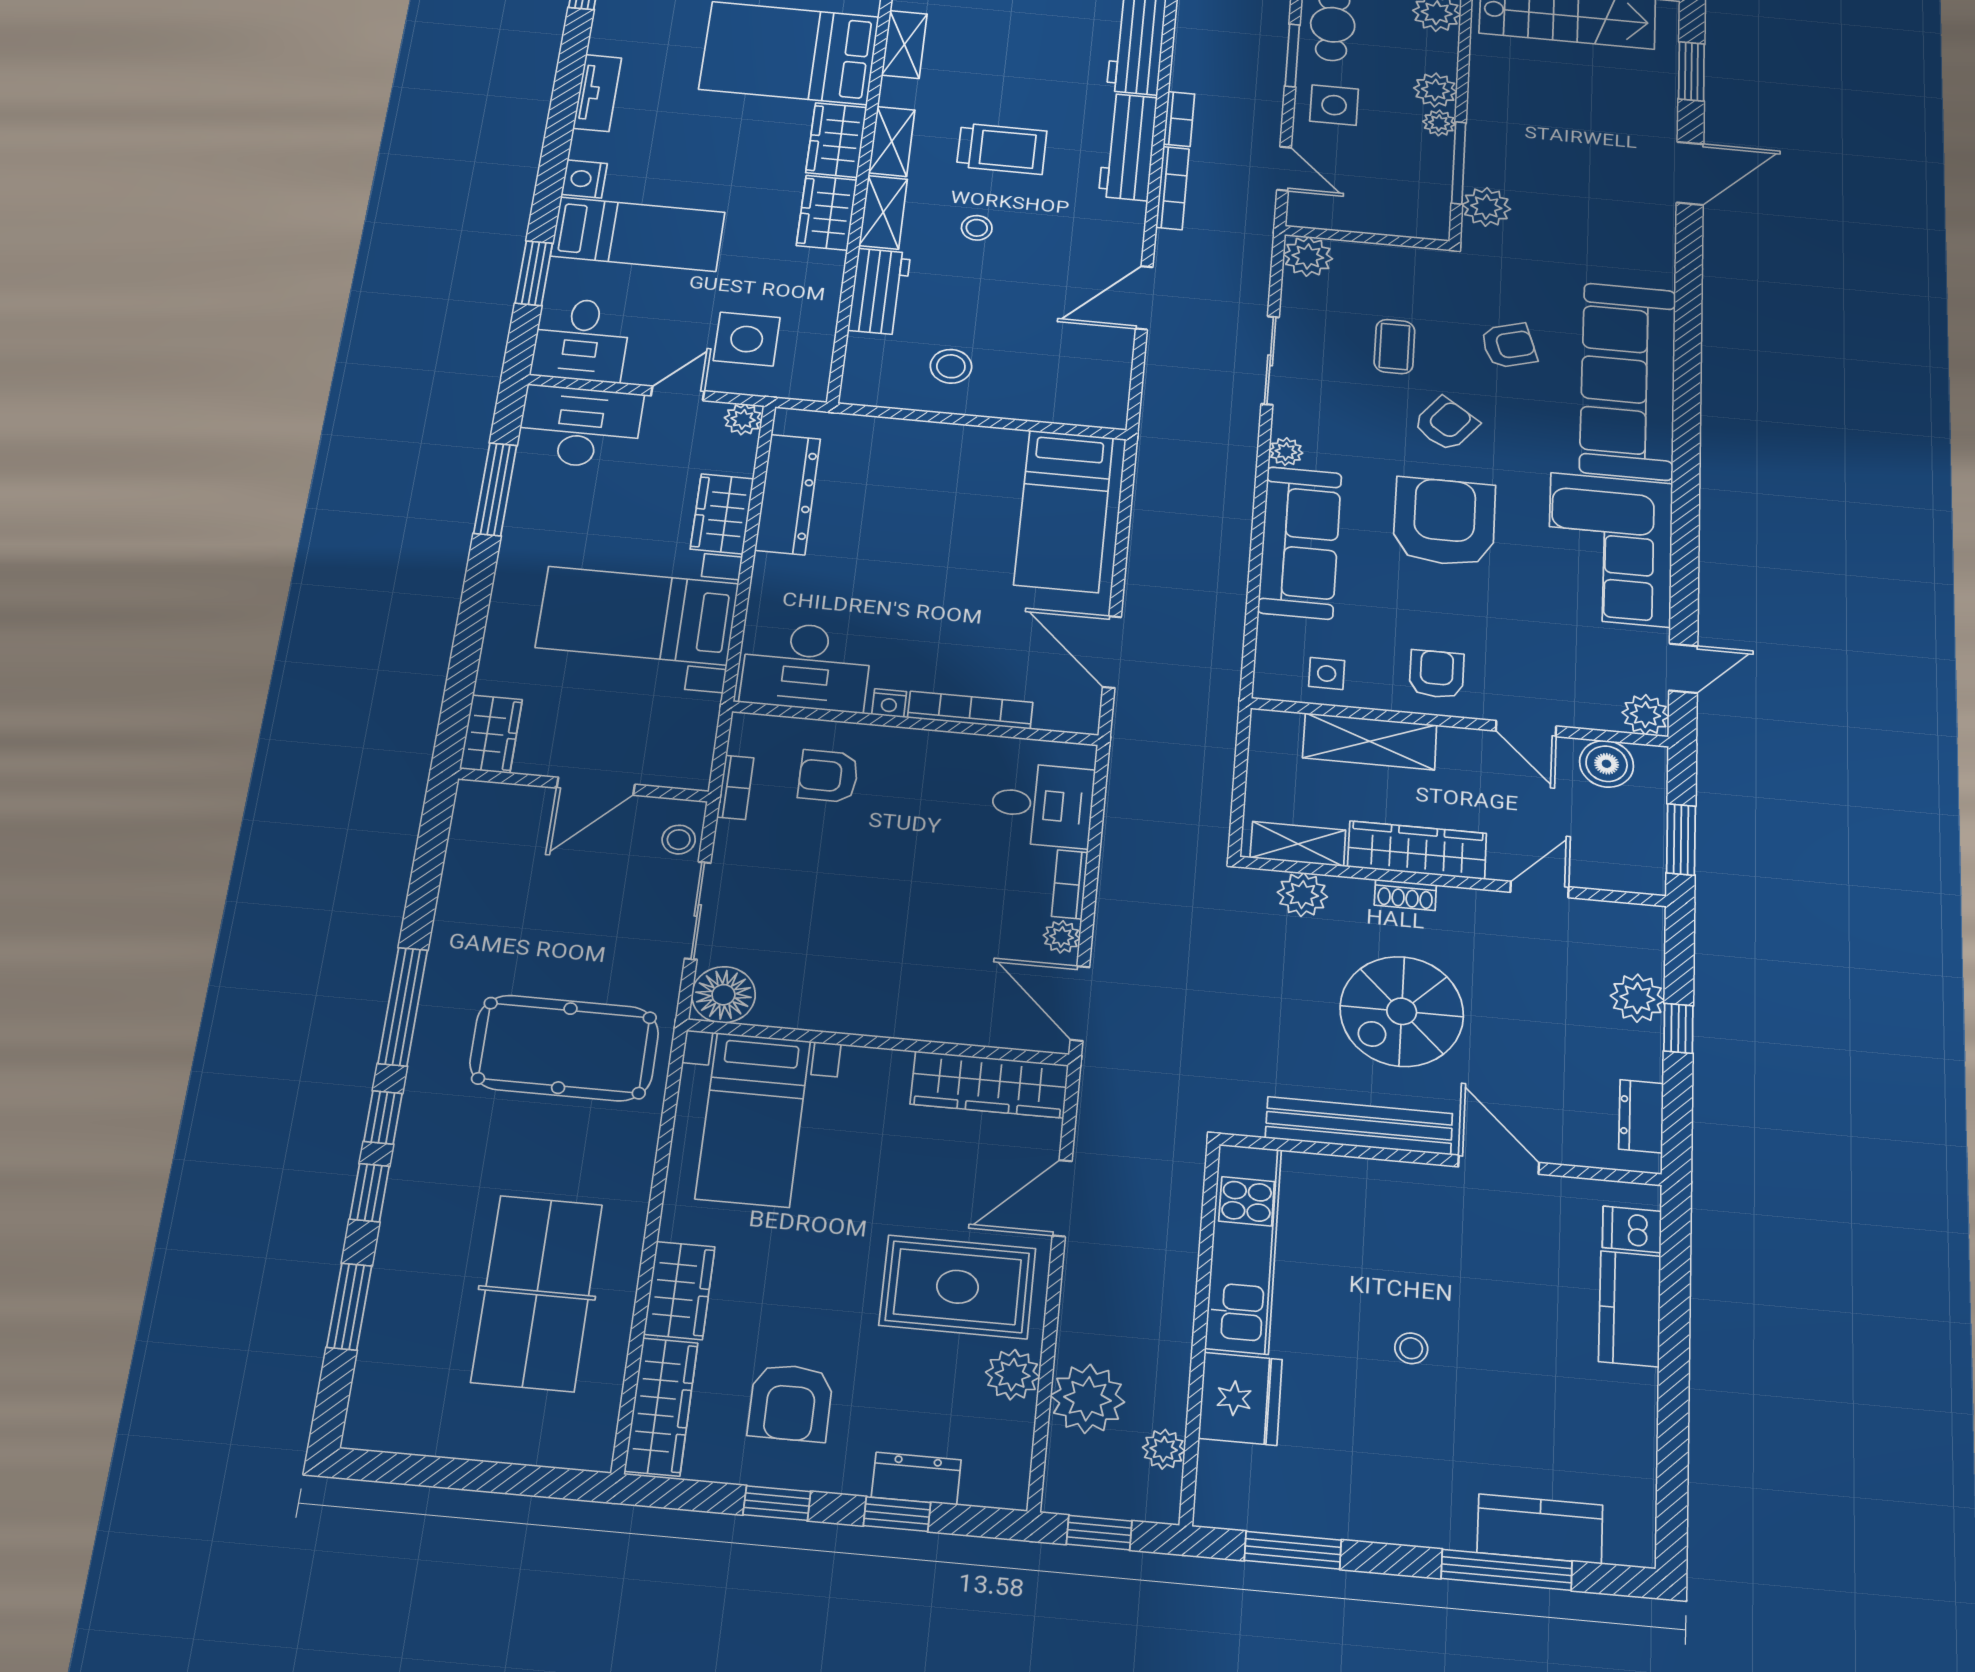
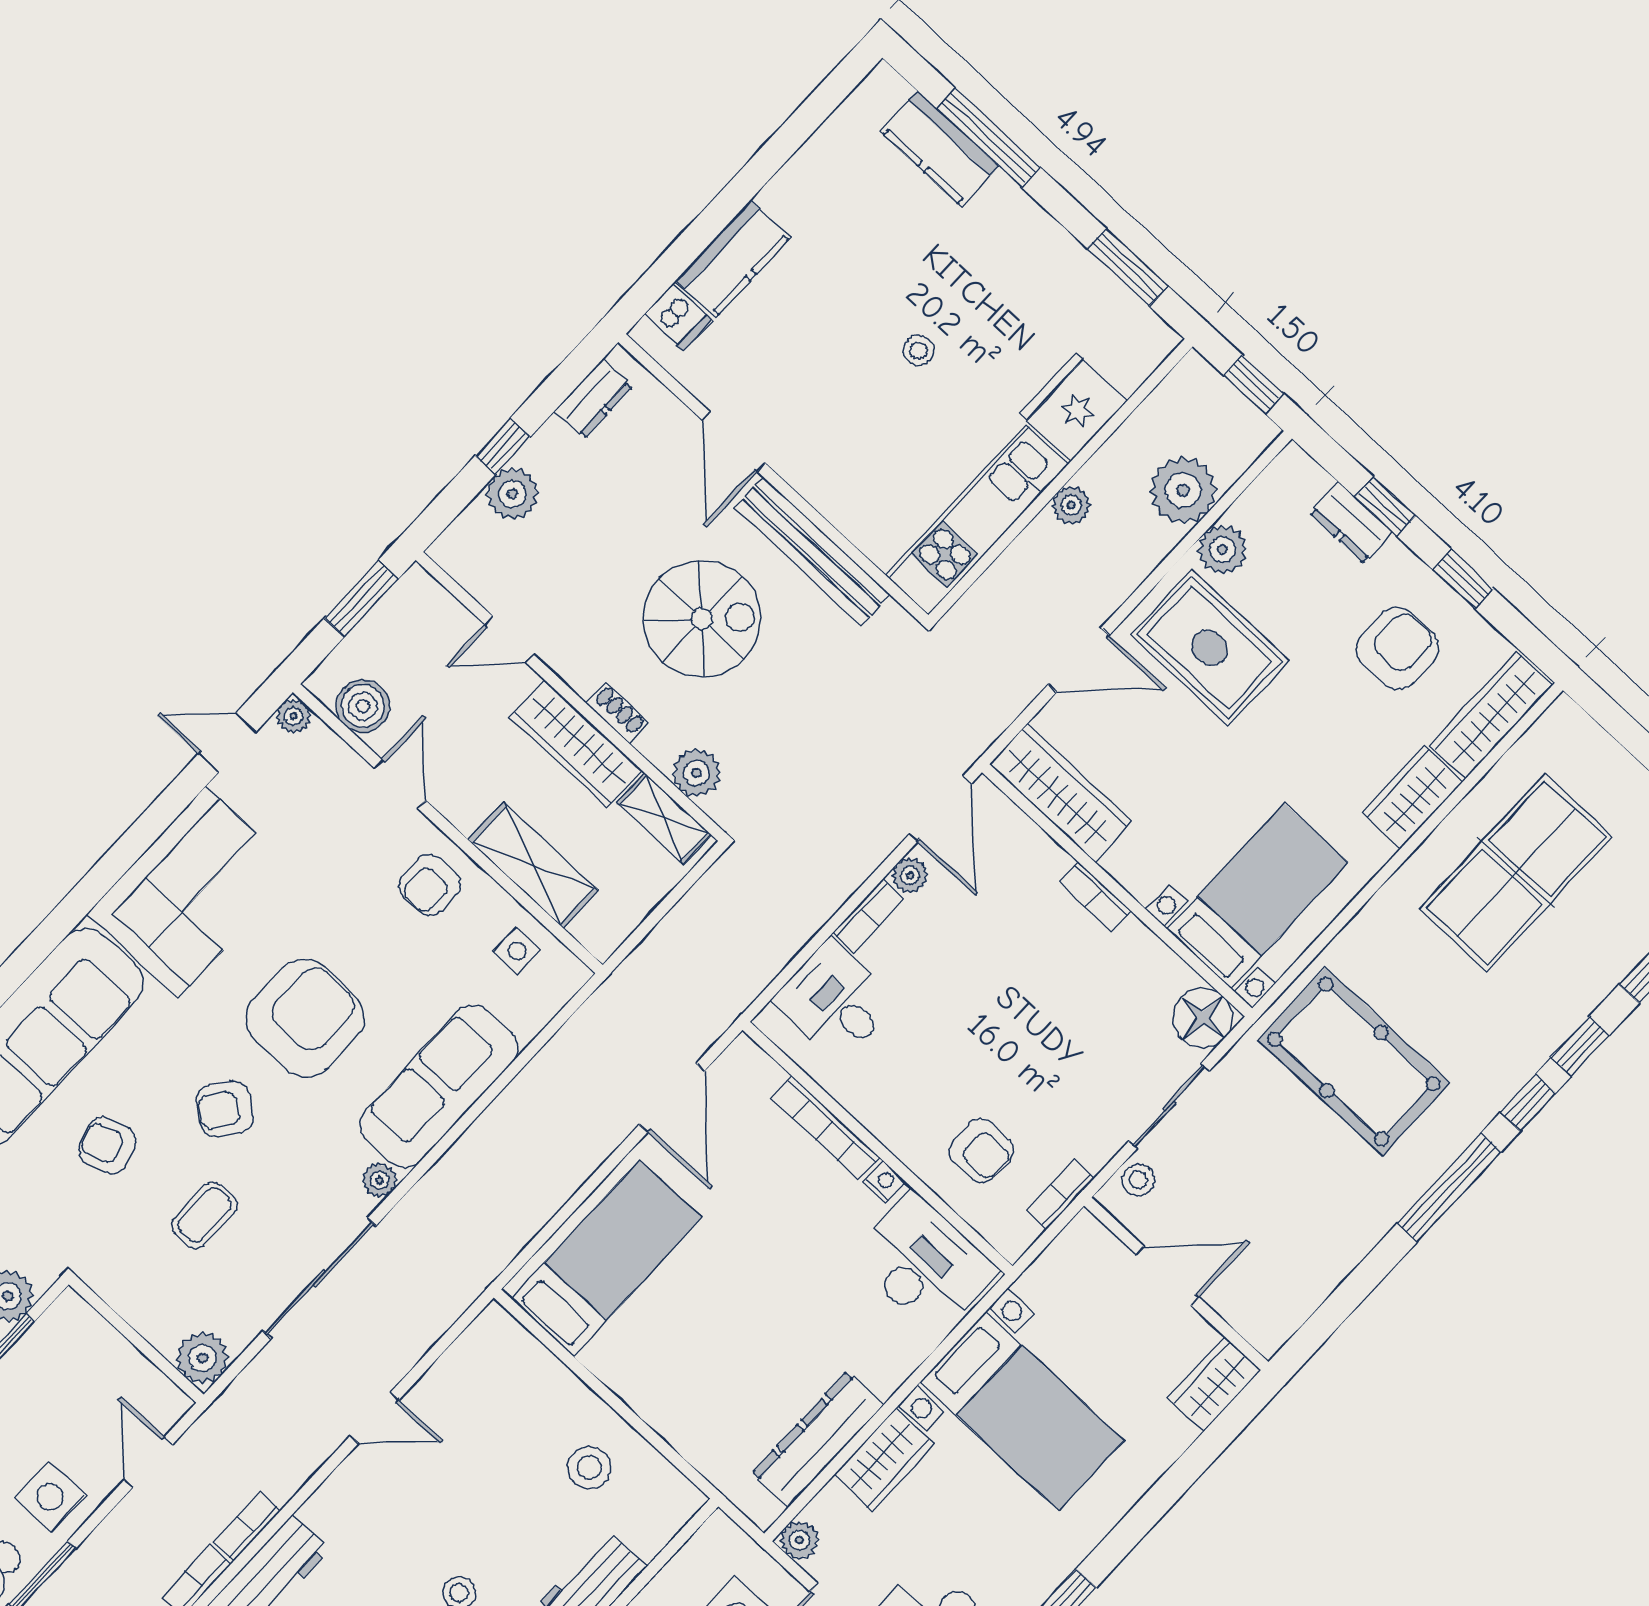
bookcase: (1172, 188) -> (247, 1527), width x0.64
door: (1144, 298) -> (374, 1418), width x0.73
sliding door: (1270, 360) -> (319, 1278), width x1.37
armchair: (1444, 522) -> (305, 1018), turned 180
plant: (1645, 715) -> (294, 716), width x0.73, depth x0.73
bookcase: (893, 1025) -> (1095, 897), added
plant: (1164, 1449) -> (1071, 505), moved

